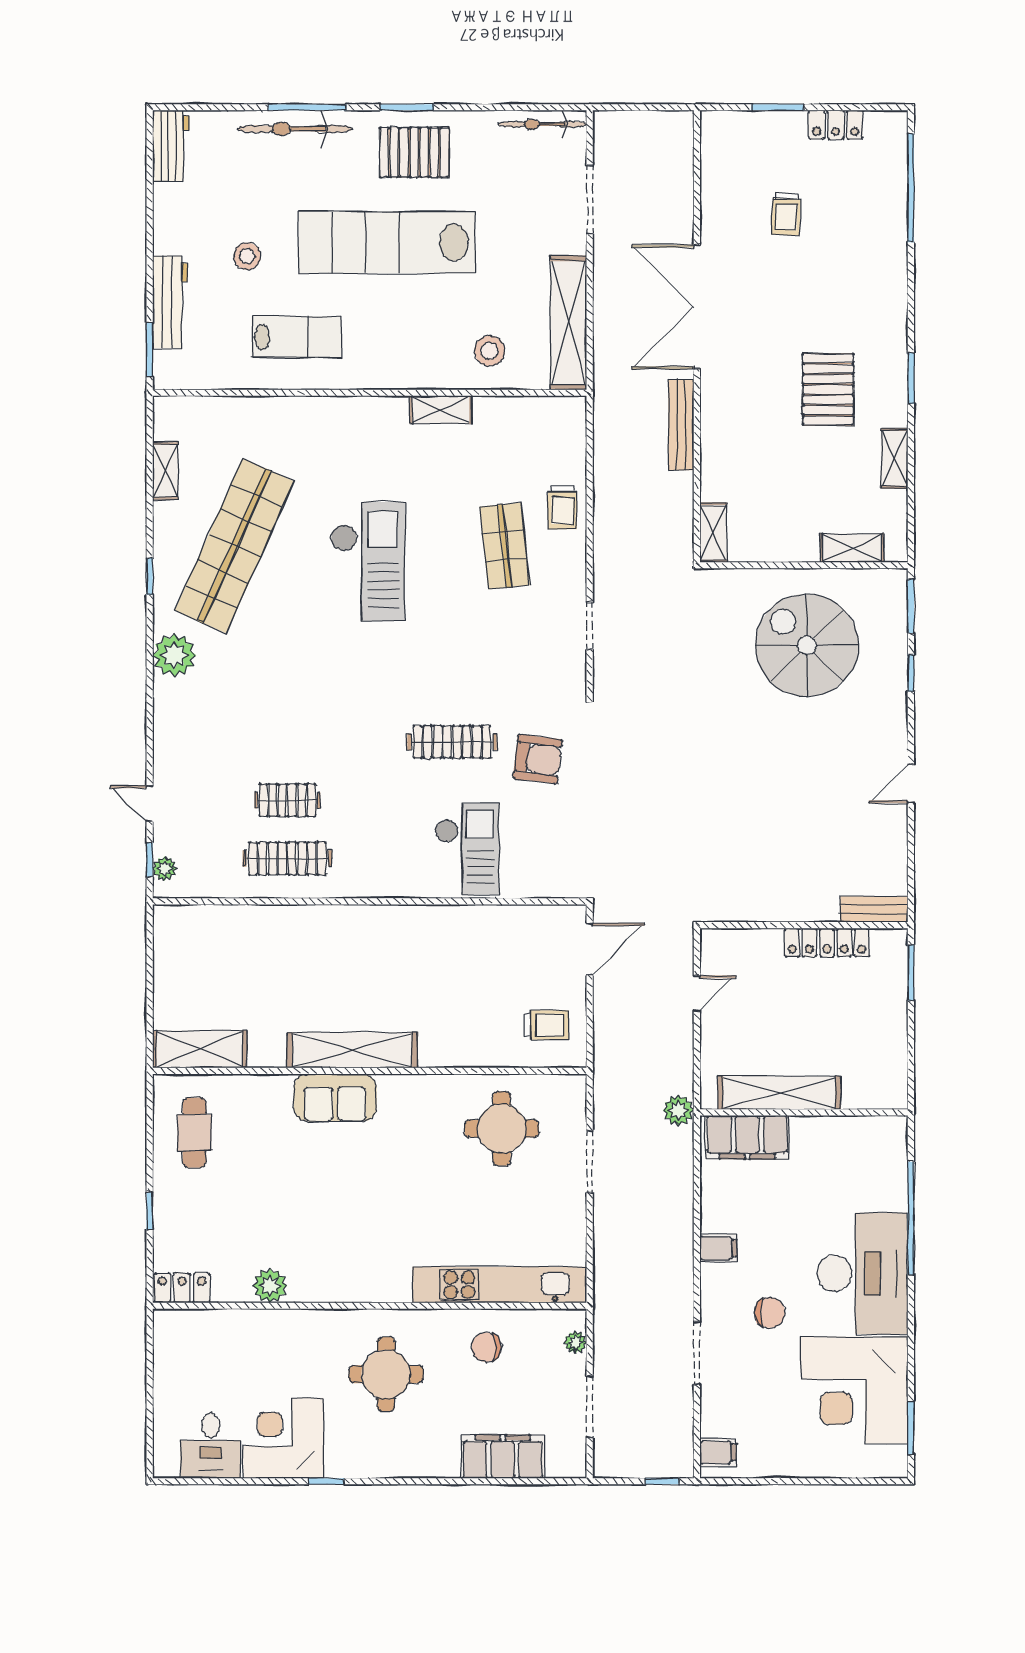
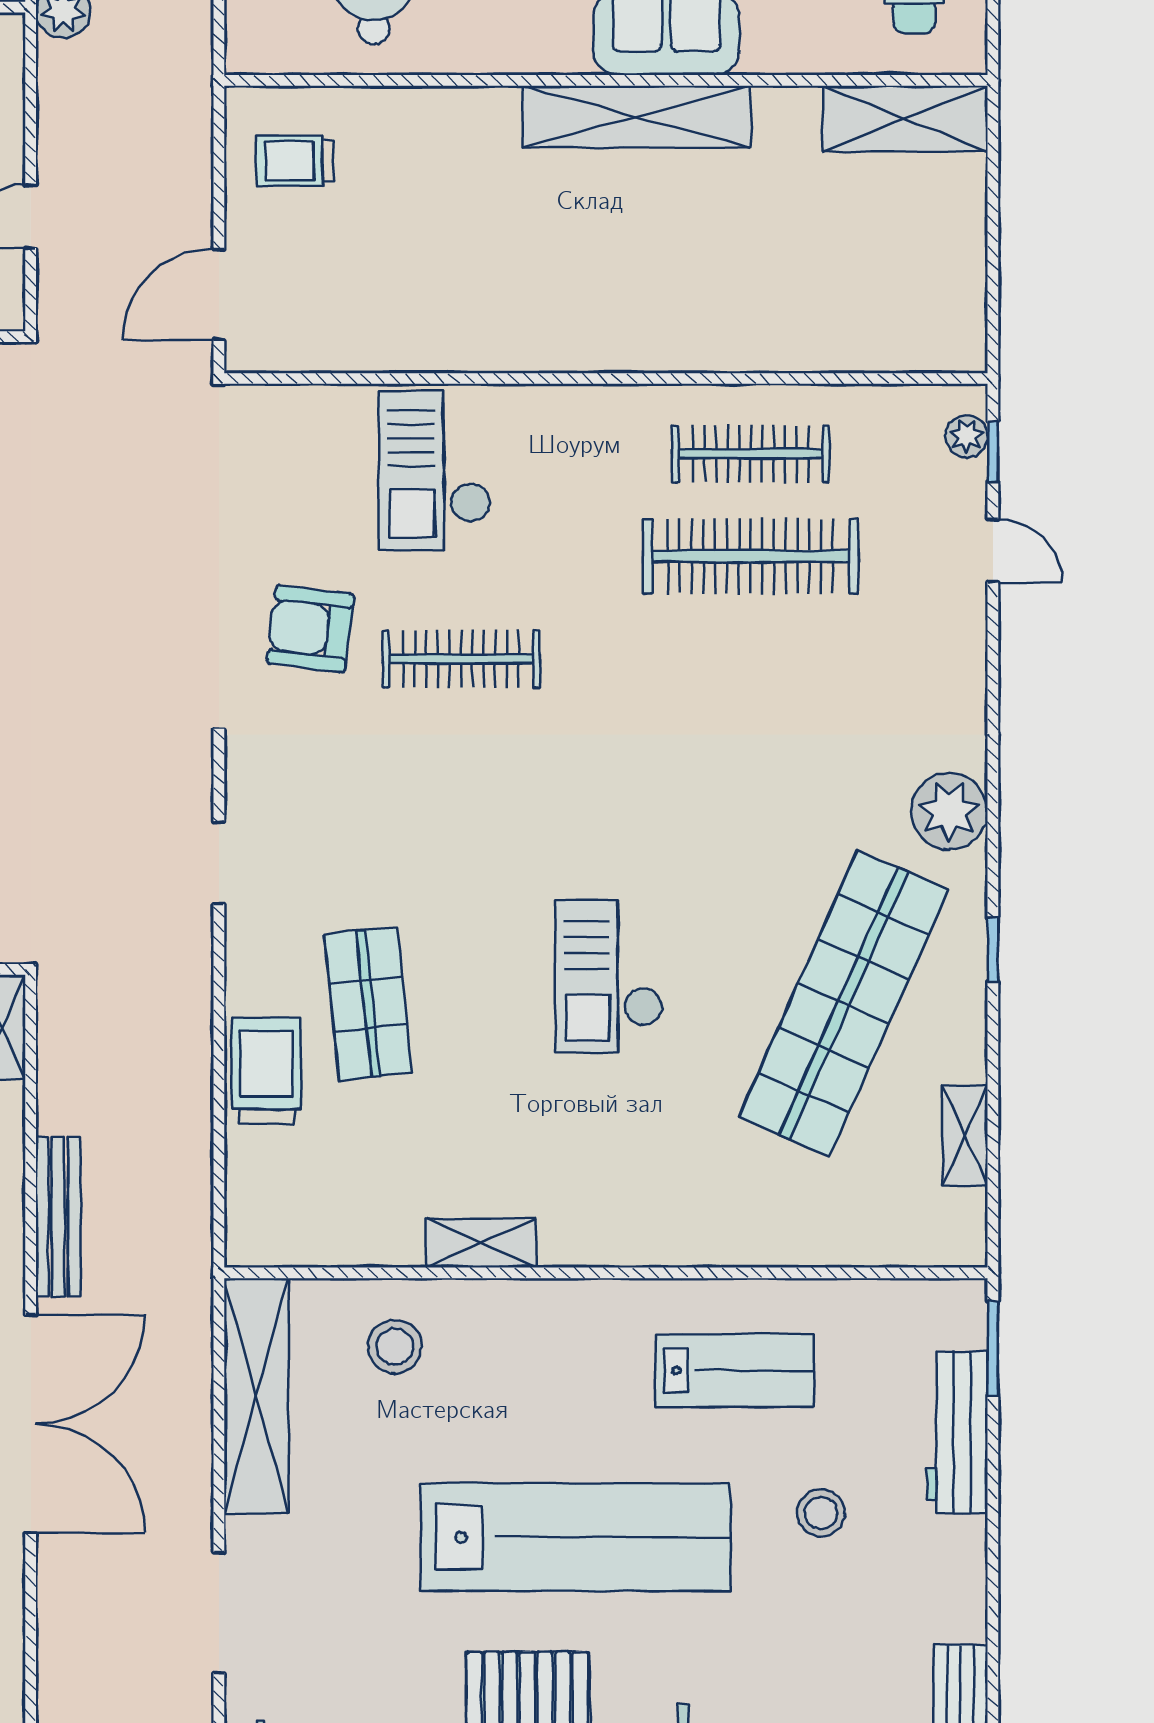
lab bench: (296, 337) -> (735, 1371), turned 180
trolley: (563, 507) -> (267, 1071), width x1.36, depth x1.39
checkout: (368, 562) -> (609, 976), width x0.73, depth x0.83
clothes rail: (287, 800) -> (751, 556), width x1.86, depth x1.31

